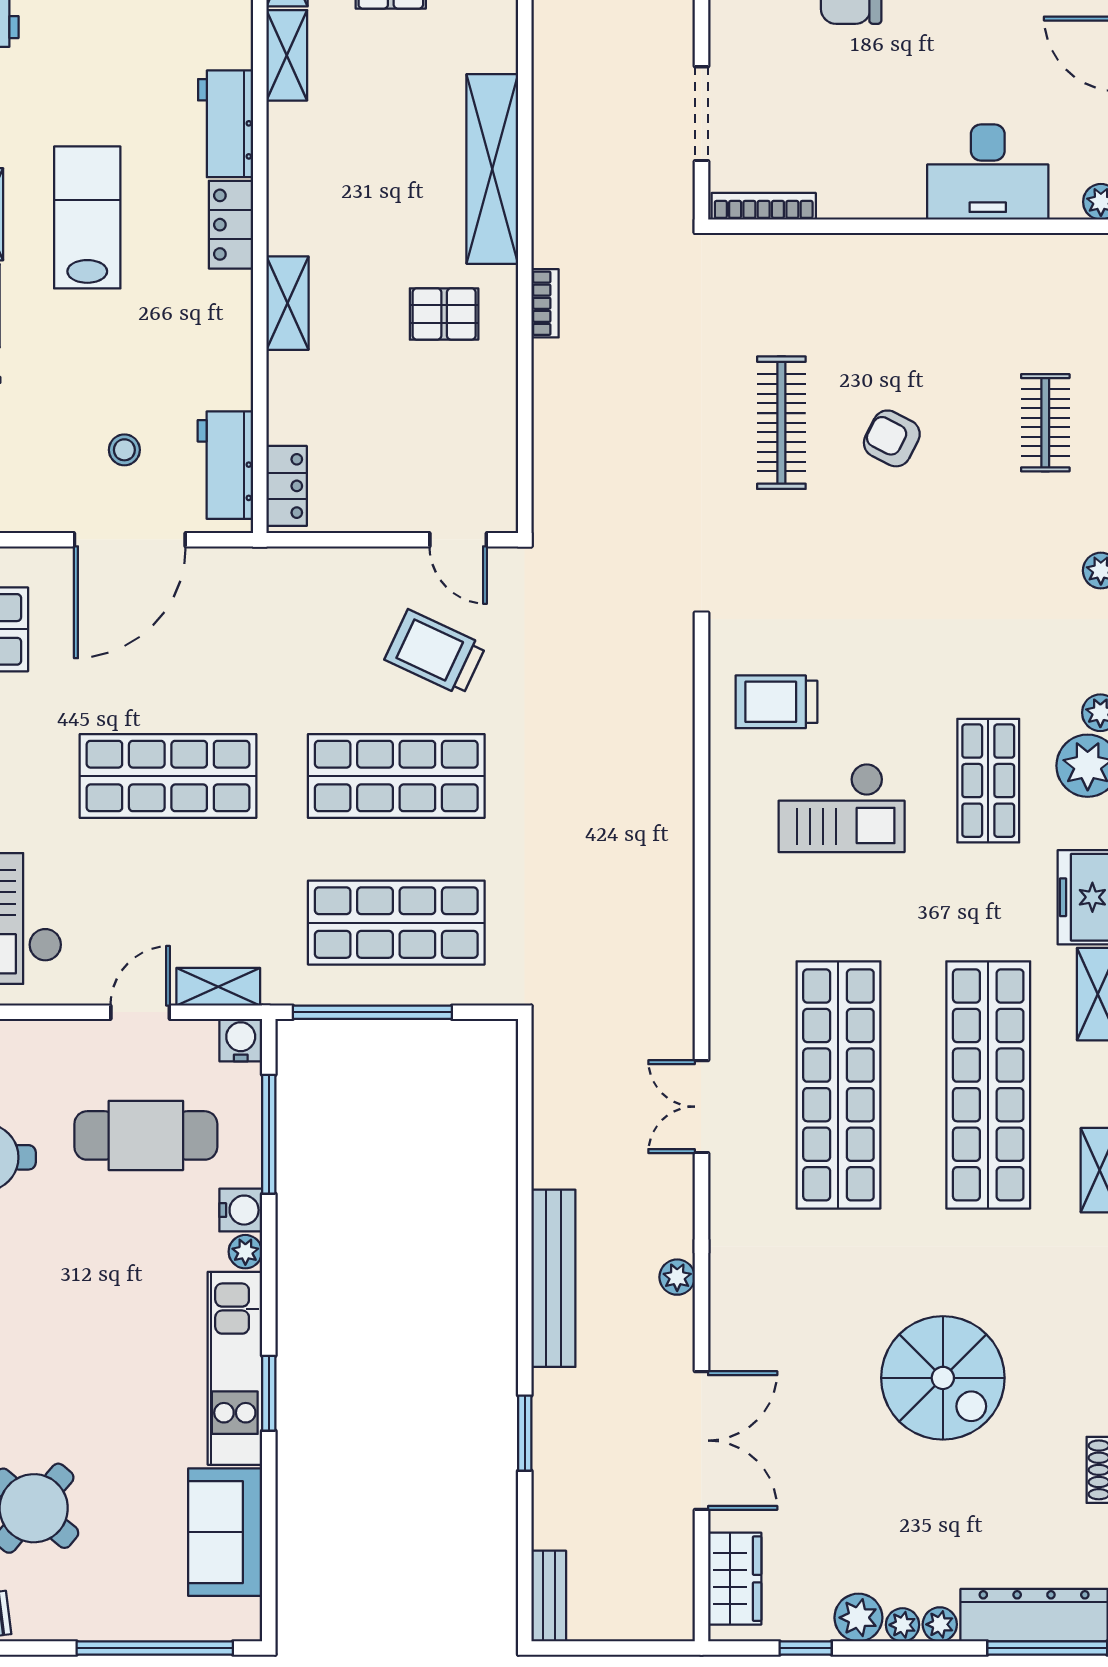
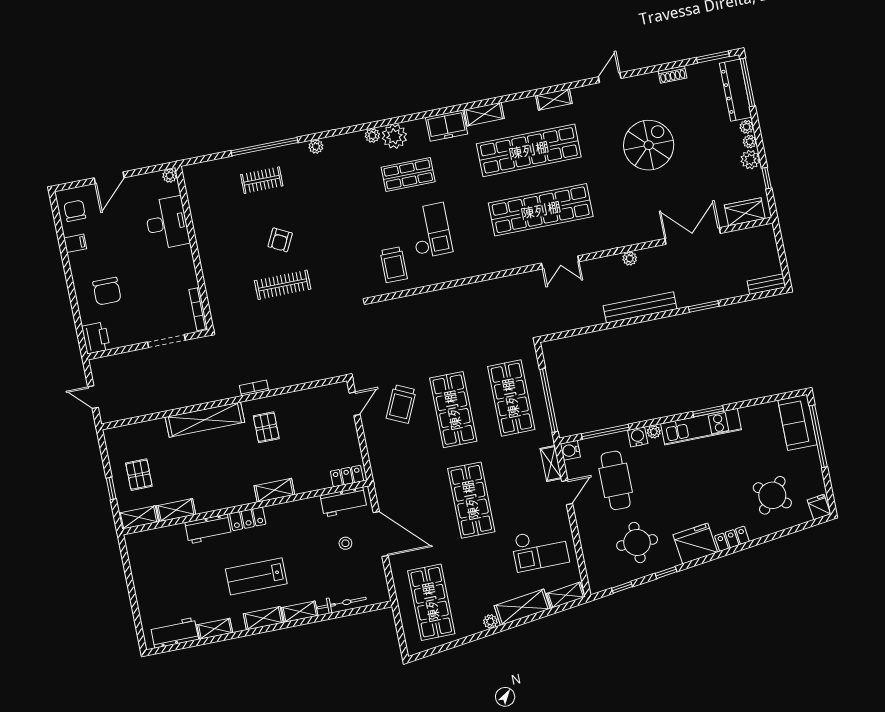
door: (140, 1012) -> (567, 492), swing flipped
sofa: (225, 1532) -> (798, 422), moved, turned 90

